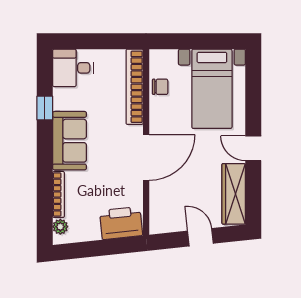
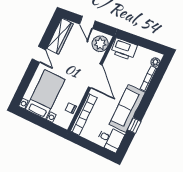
sofa: (70, 141) -> (127, 108), width x1.36
door: (146, 158) -> (95, 76), swing flipped
plant: (163, 213) -> (100, 44), added

